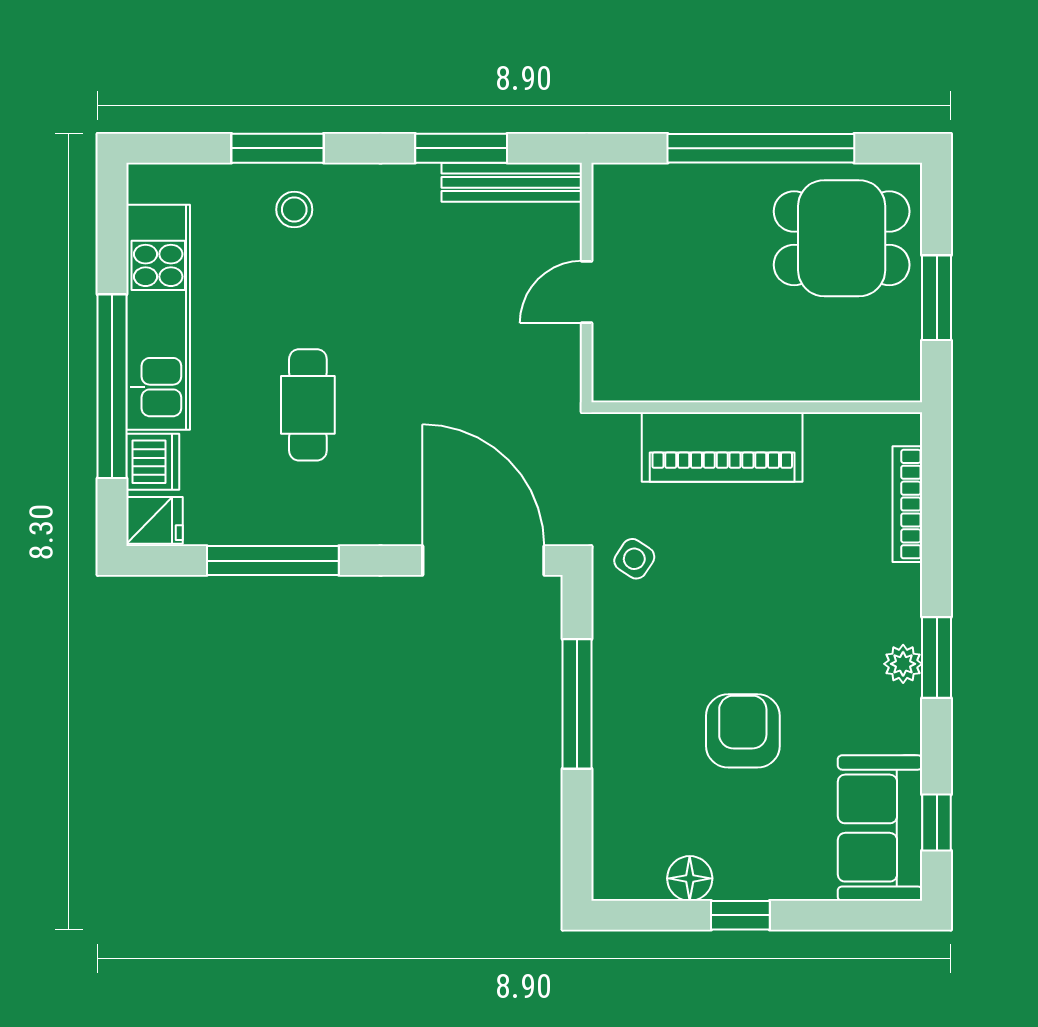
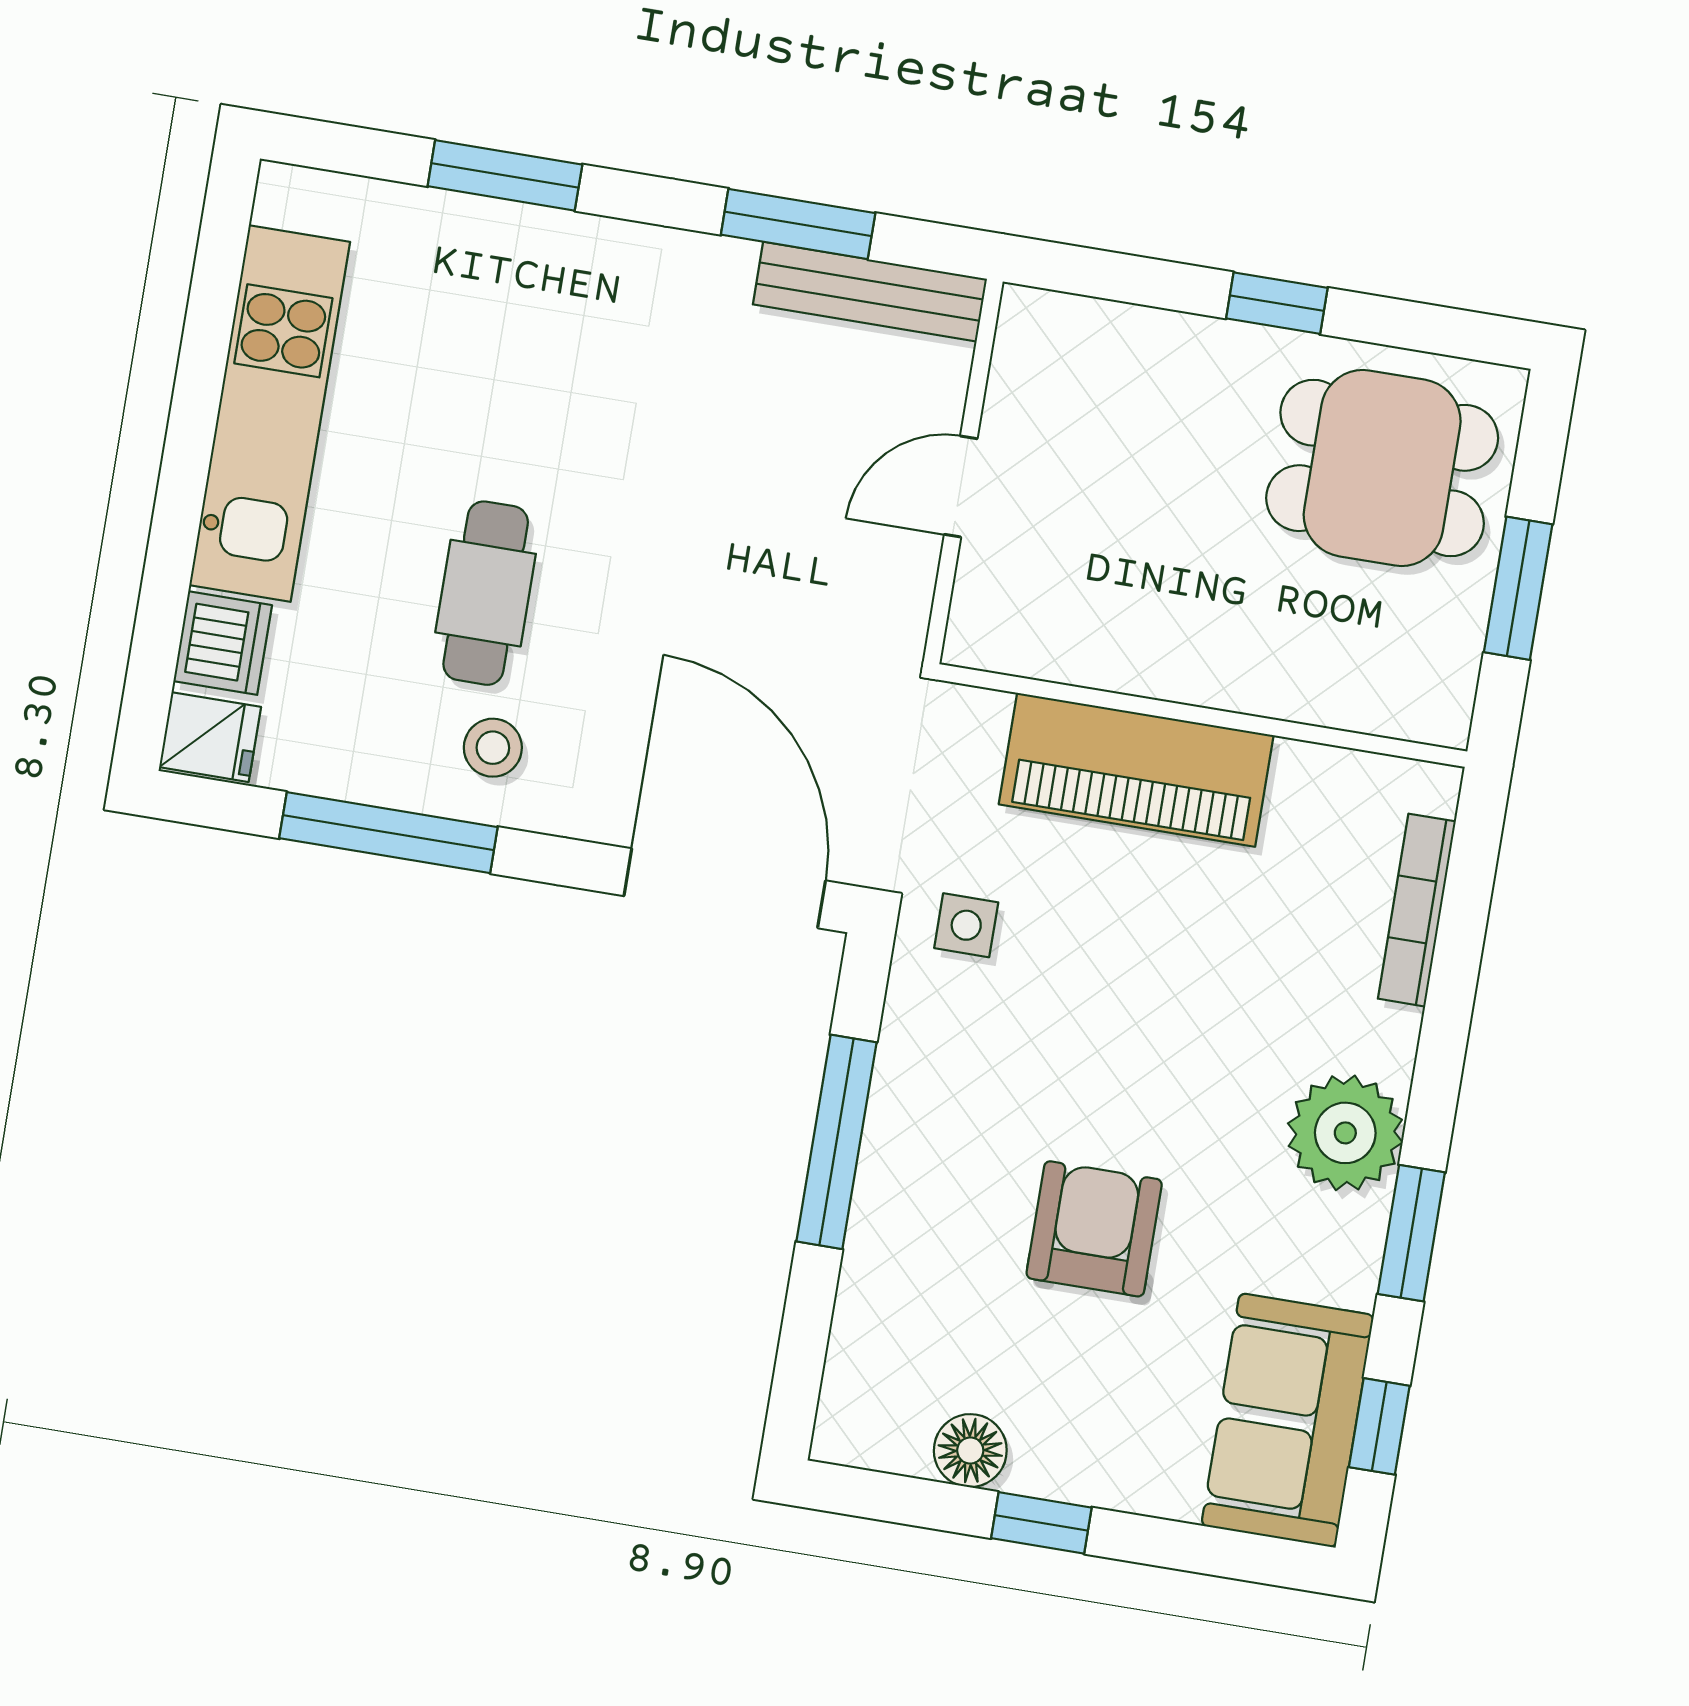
window: (761, 148) -> (1277, 303), width x0.32
stool: (294, 210) -> (493, 748), moved
window: (112, 386) -> (178, 512), removed
side table: (634, 559) -> (966, 925), turned -33
window: (937, 657) -> (1411, 1233), moved
plant: (903, 664) -> (1345, 1133), width x1.87, depth x1.87

